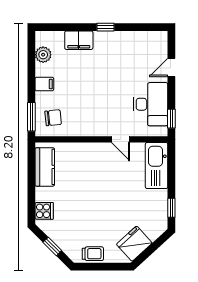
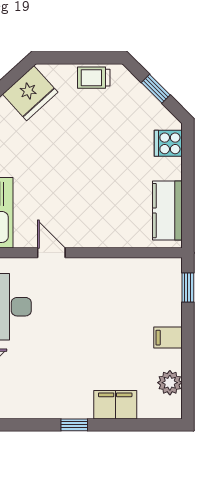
window: (31, 117) -> (188, 288), width x0.67
chair: (53, 118) -> (154, 286), removed

